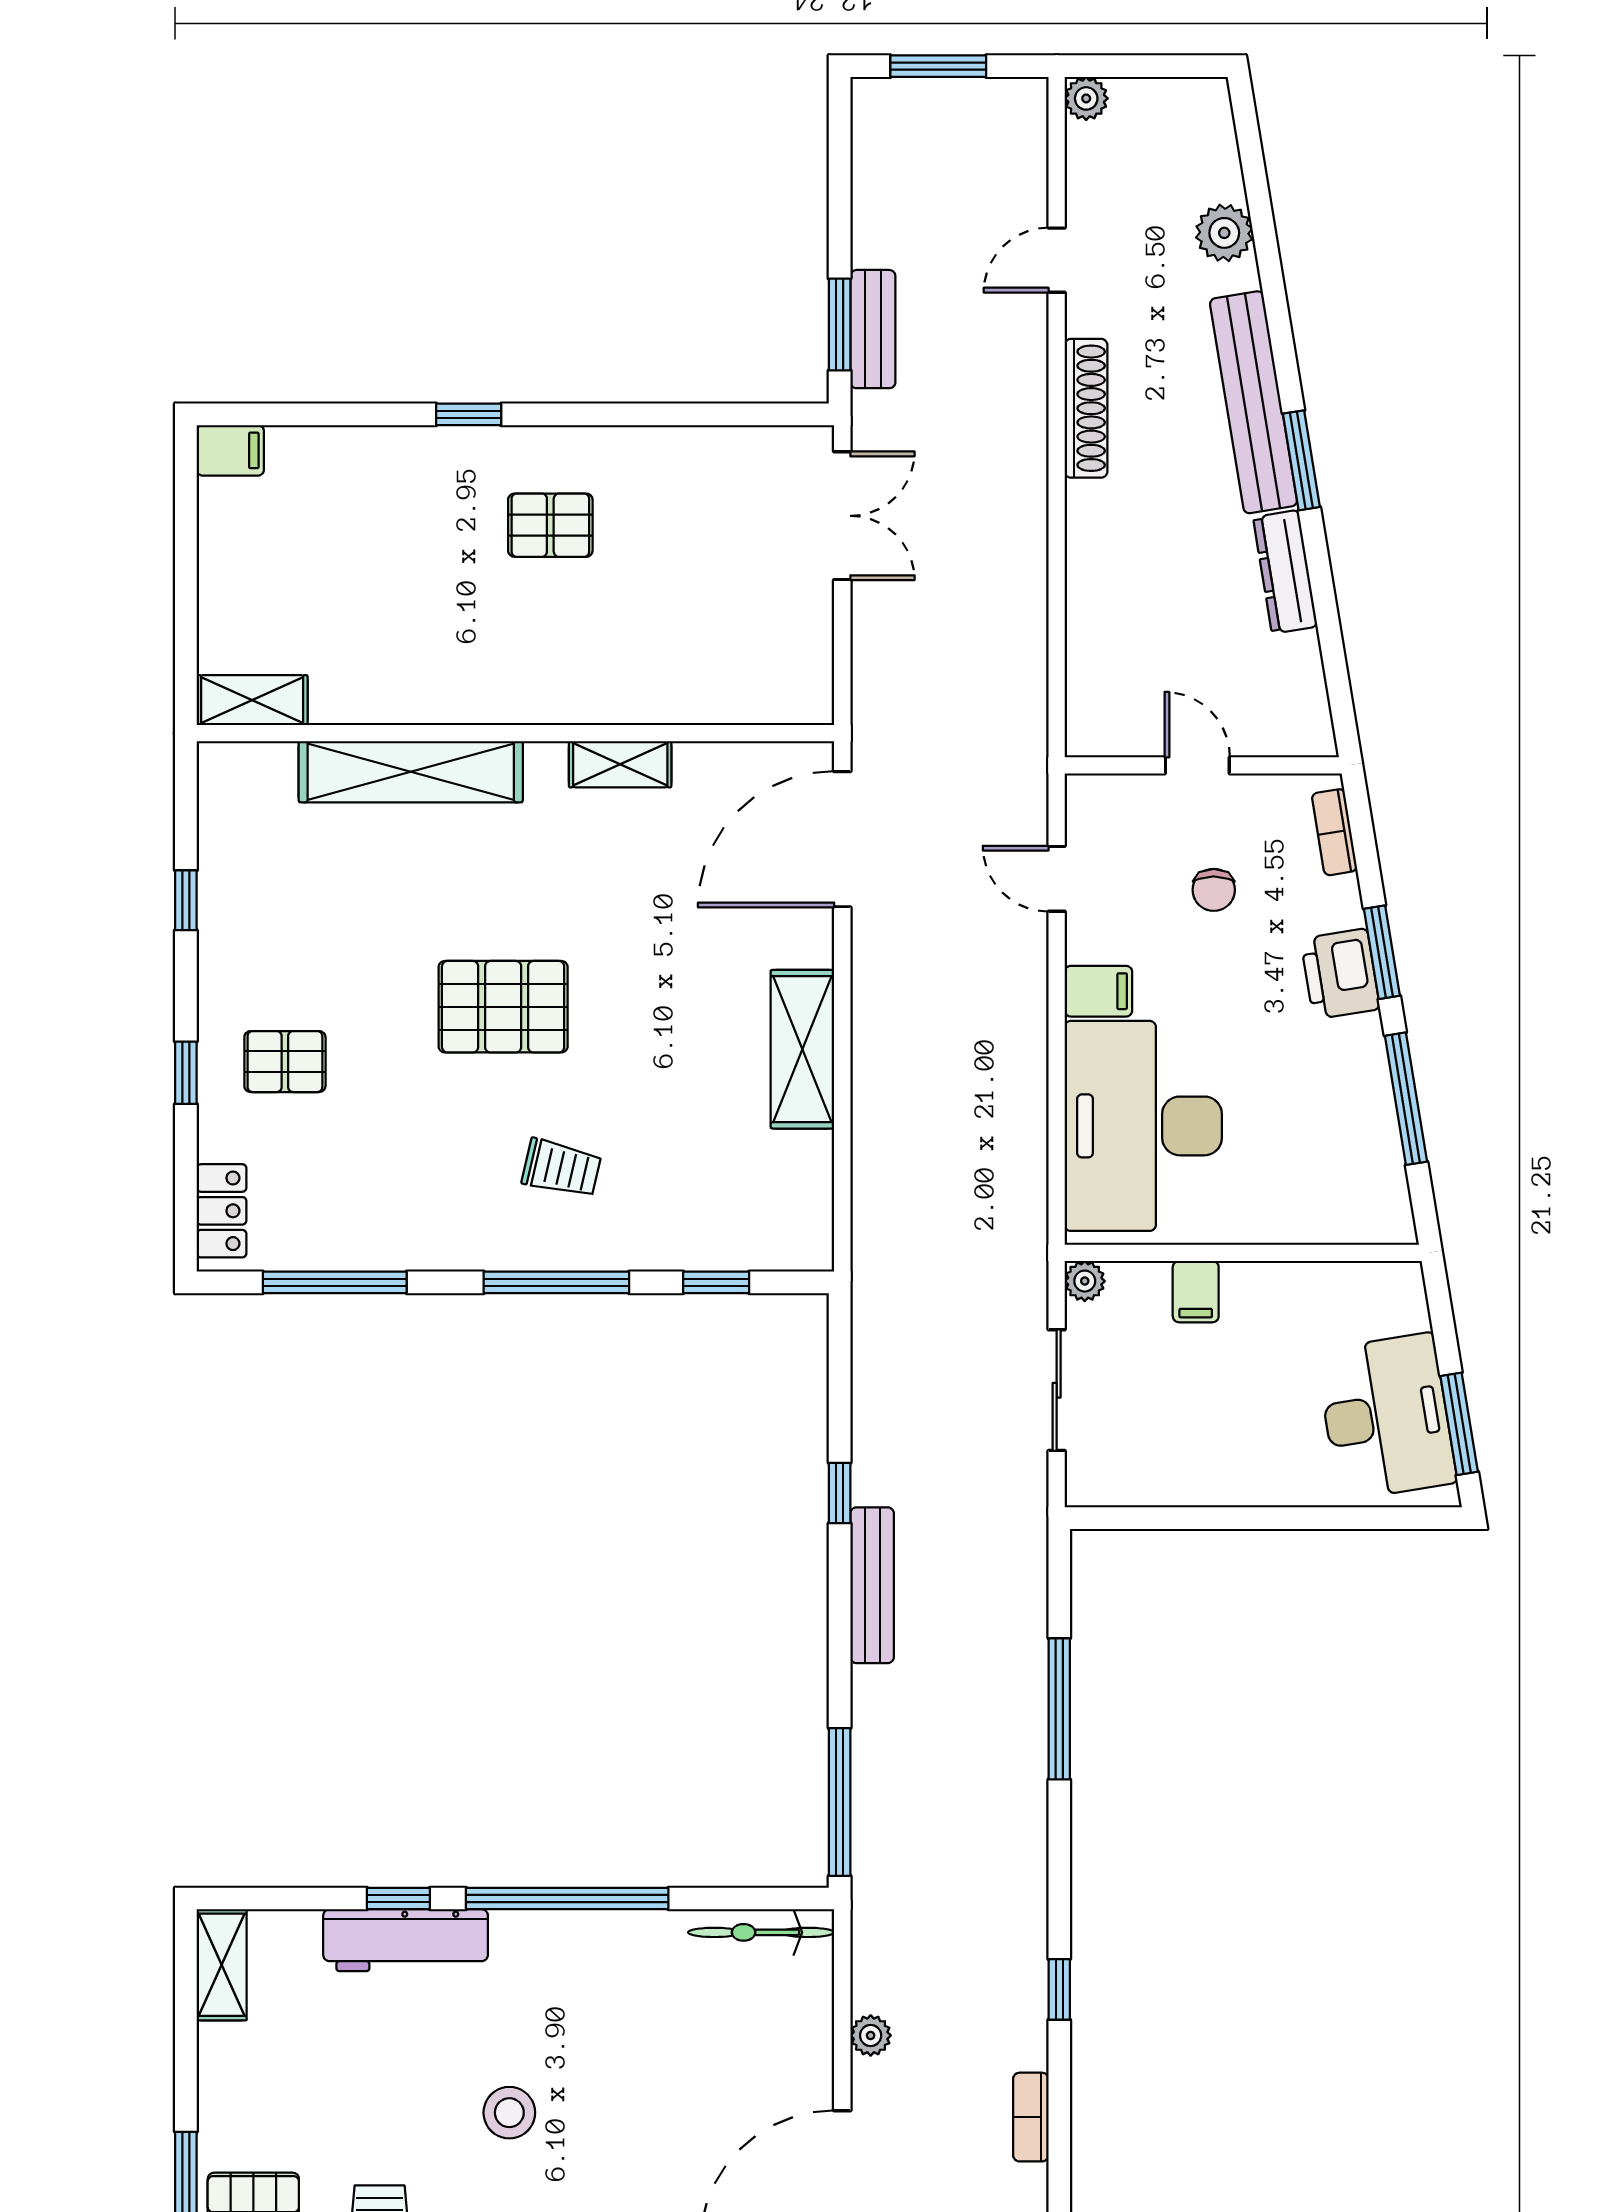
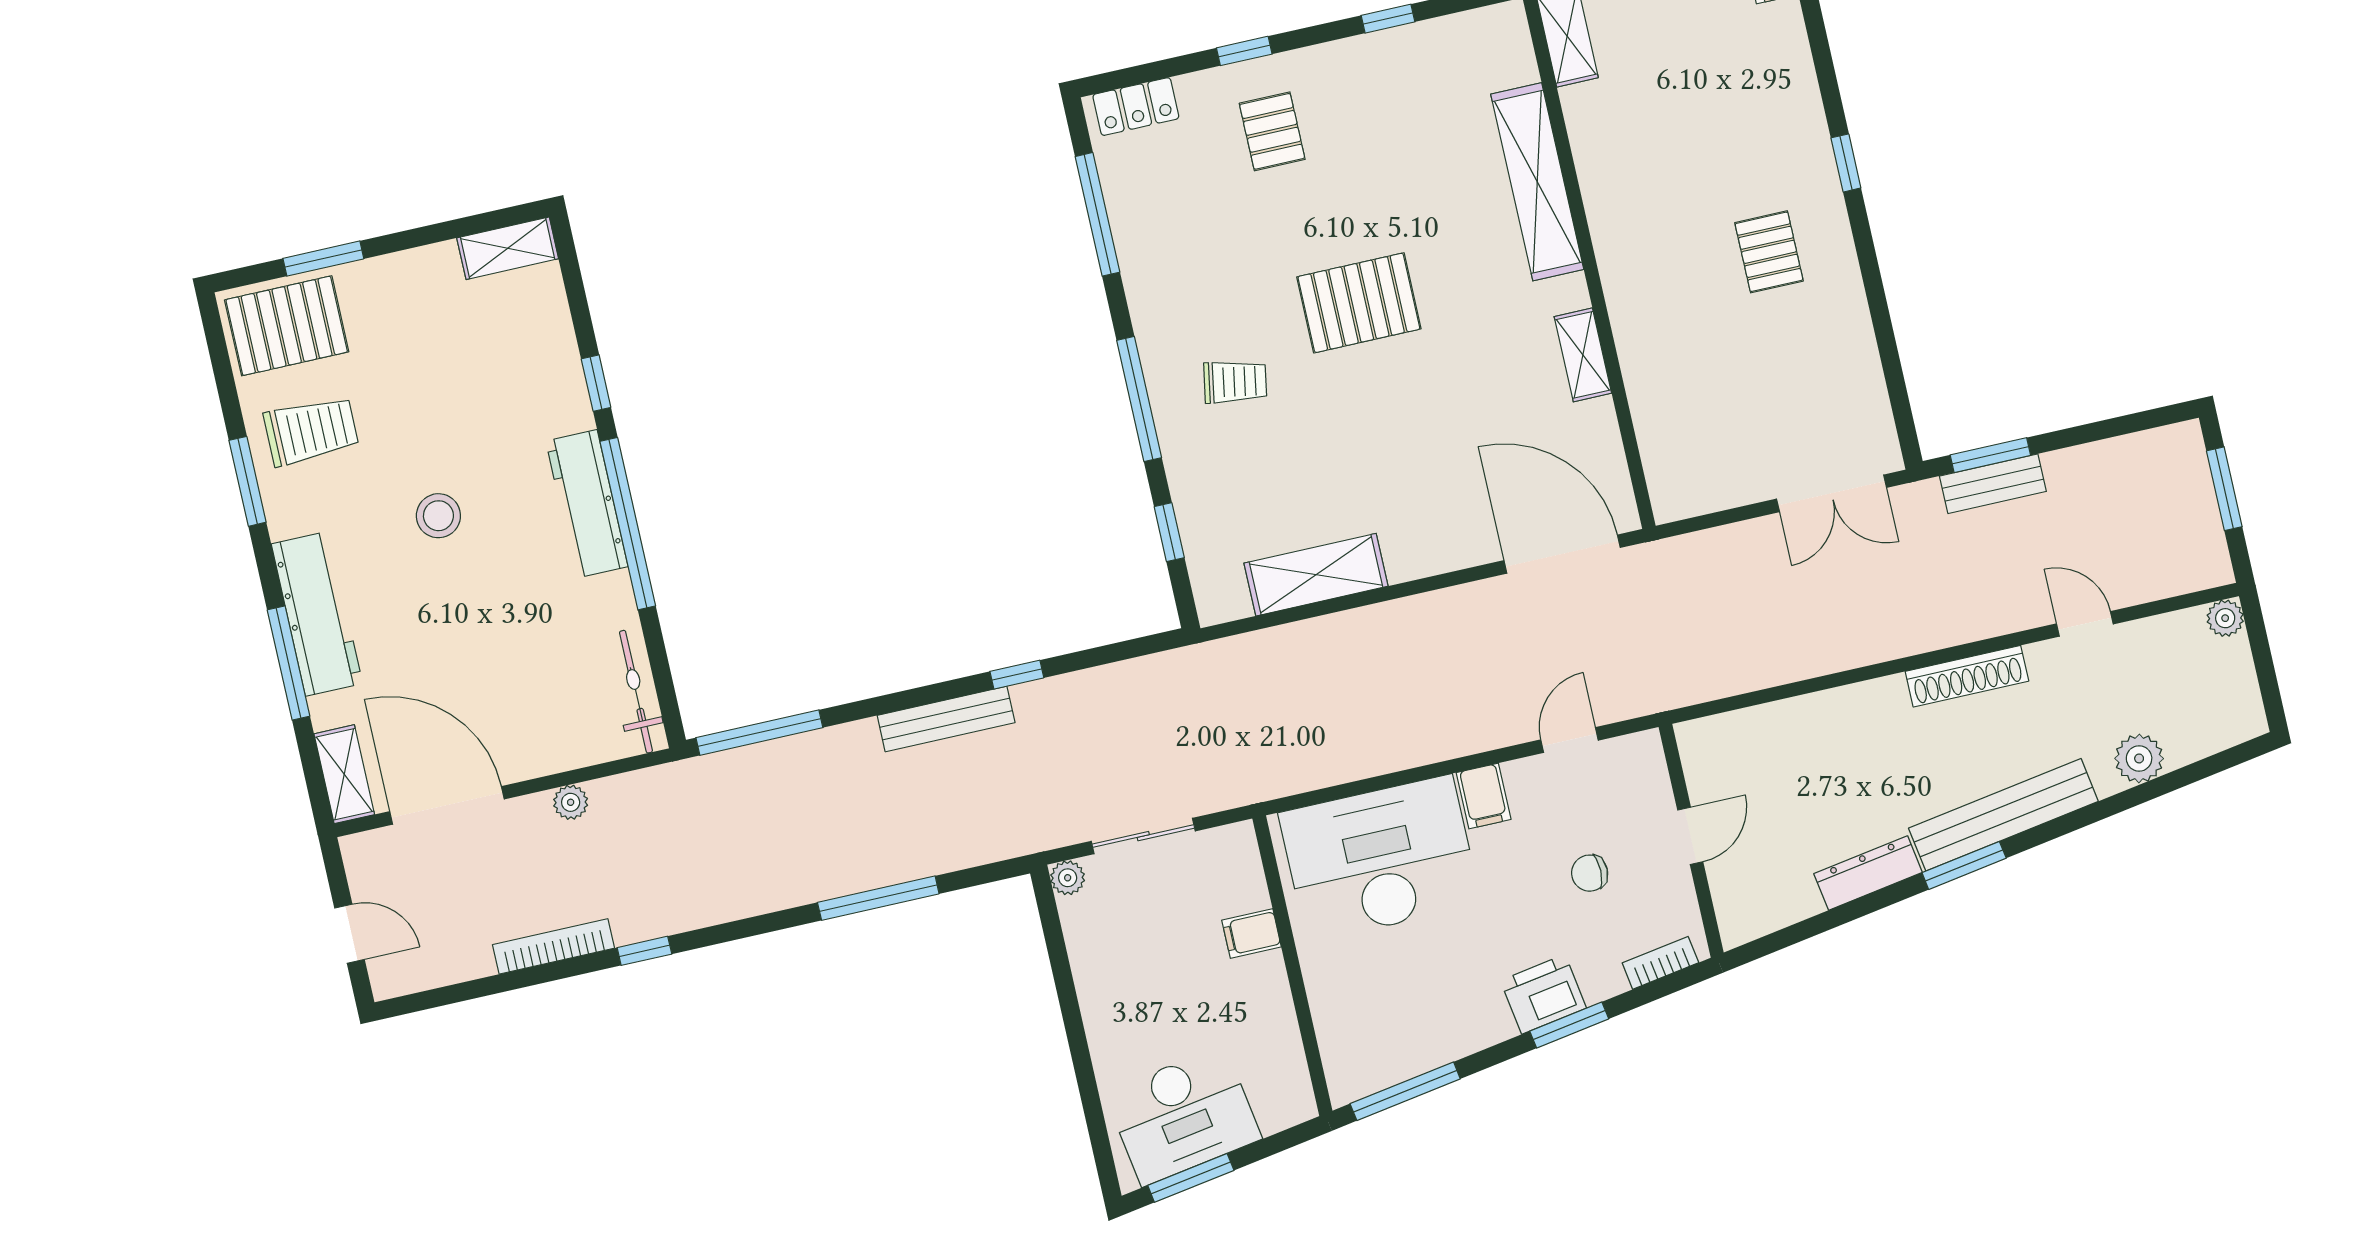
pallet: (503, 1007) -> (1359, 303), turned 90
shelving: (802, 1049) -> (1316, 575), moved
window: (1406, 1099) -> (1405, 1091), moved
trolley: (561, 1168) -> (1235, 382), turned -93
plant: (1085, 1281) -> (1068, 878), moved
workbench: (406, 1940) -> (587, 504), moved
bookcase: (1031, 2117) -> (554, 946), width x1.56

